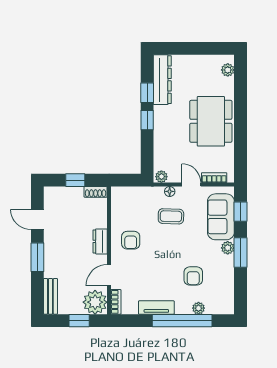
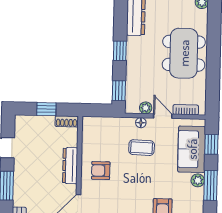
window: (147, 93) -> (119, 91), moved
plant: (161, 177) -> (146, 108), moved
armchair: (131, 240) -> (101, 171), turned 90
dresser: (100, 241) -> (70, 166), width x1.44

